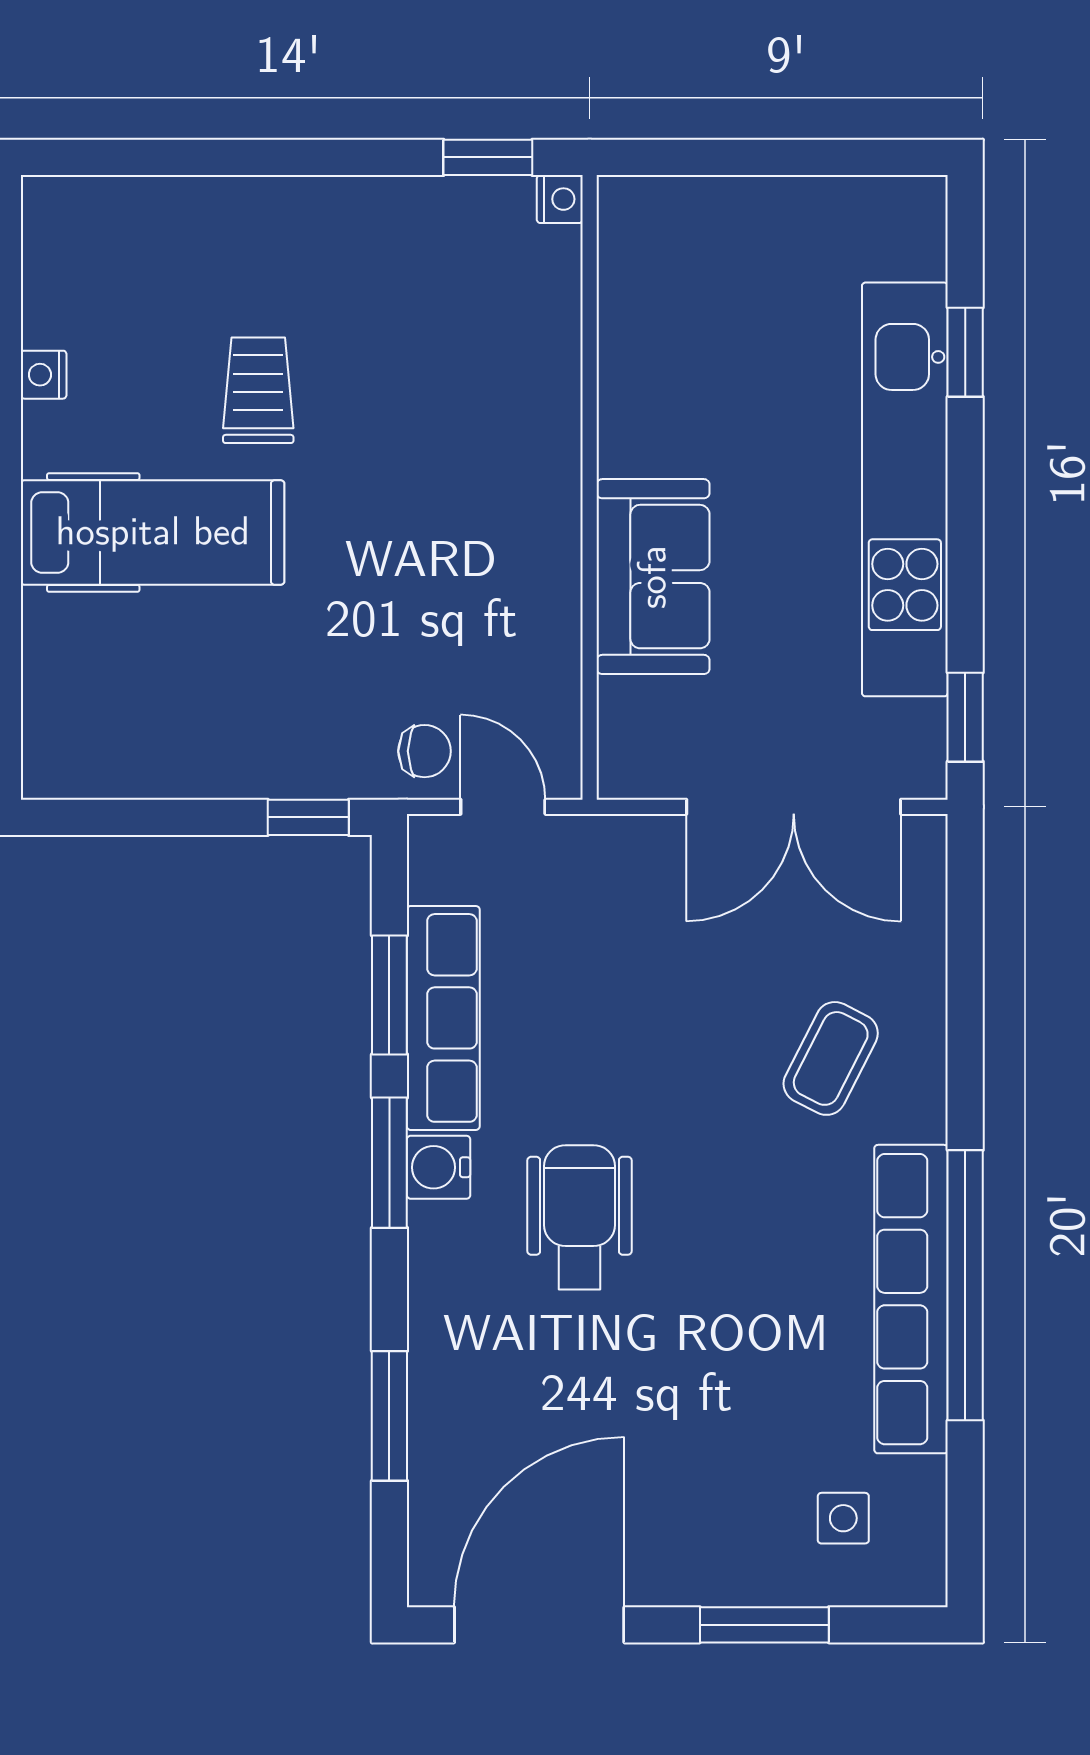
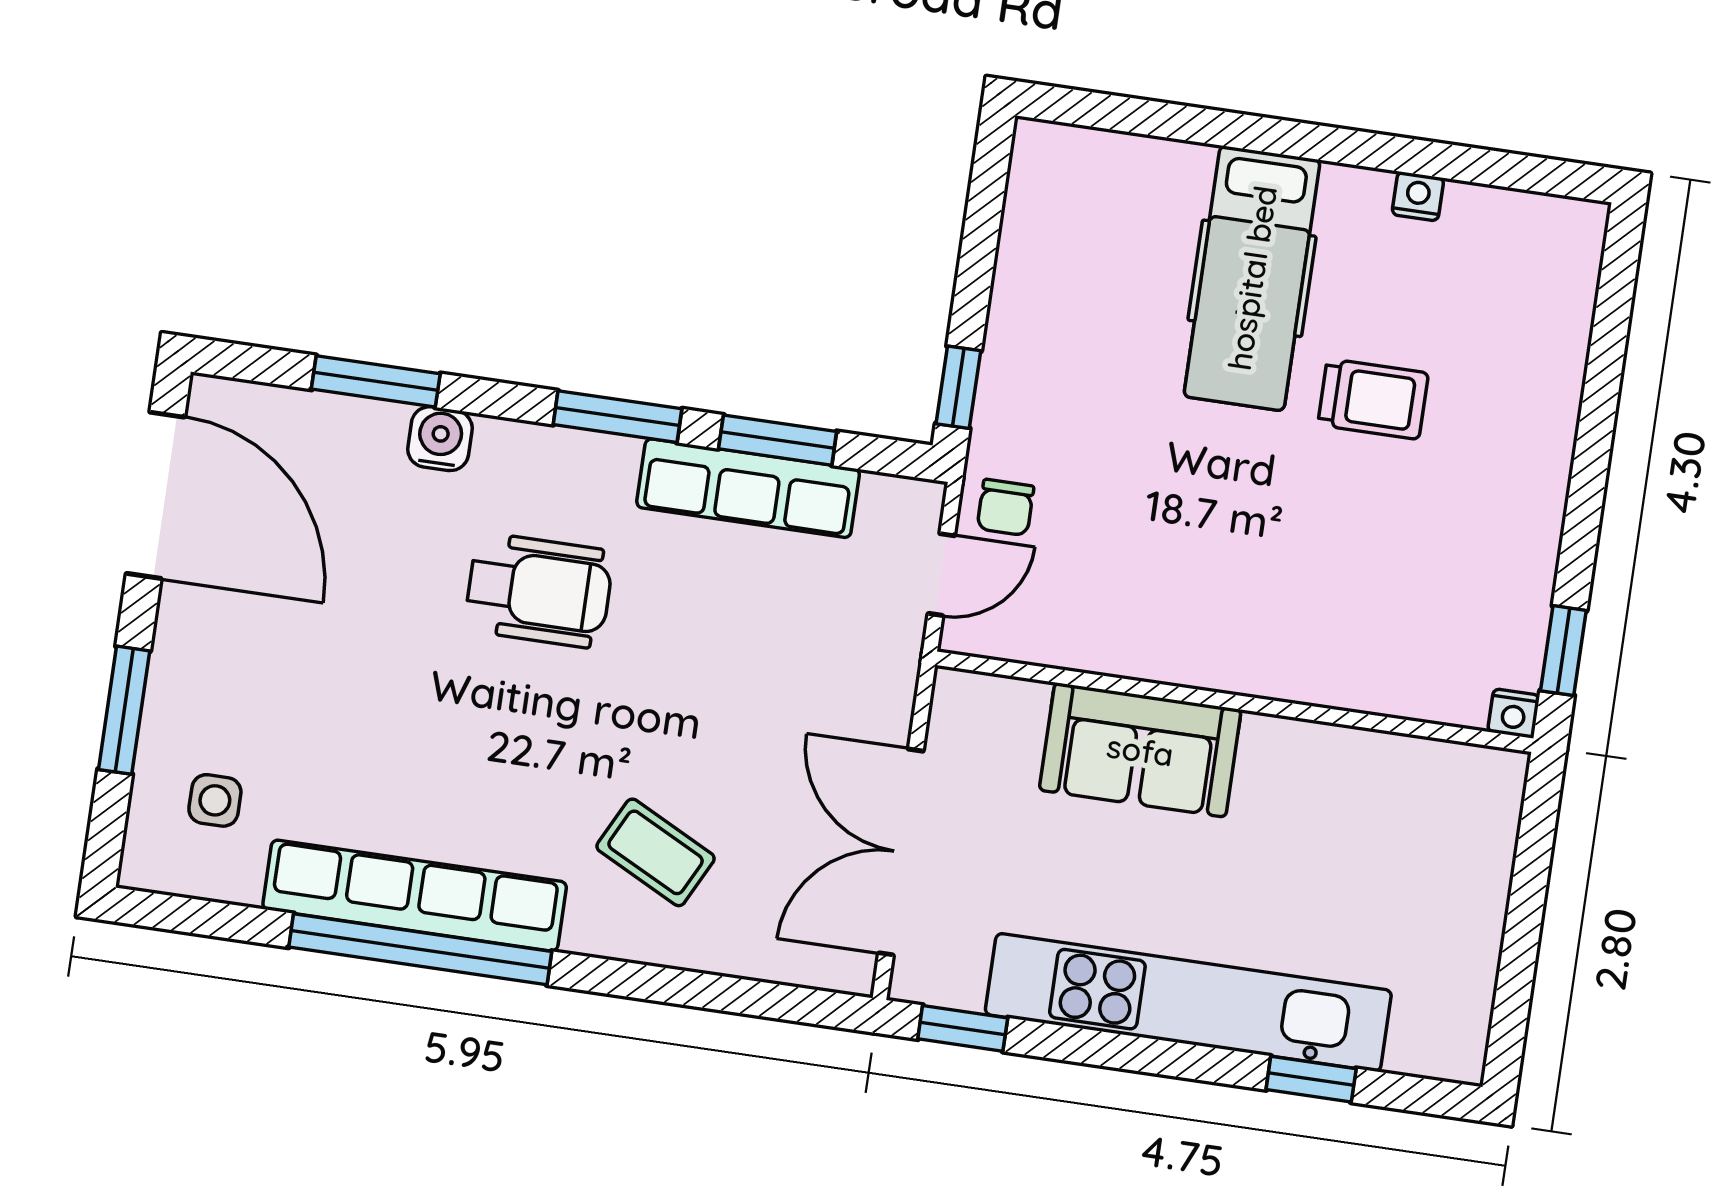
water cooler: (439, 1167) -> (440, 439), moved

